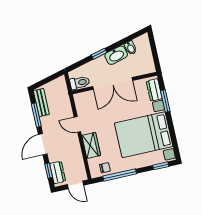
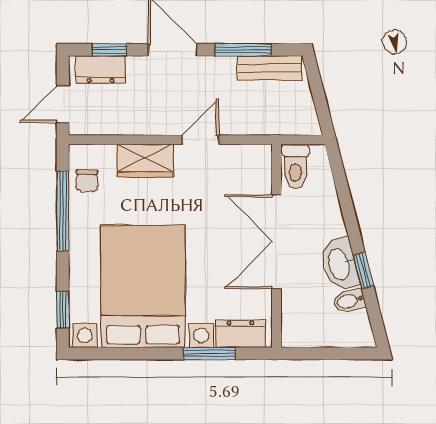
window: (99, 54) -> (363, 270), moved

